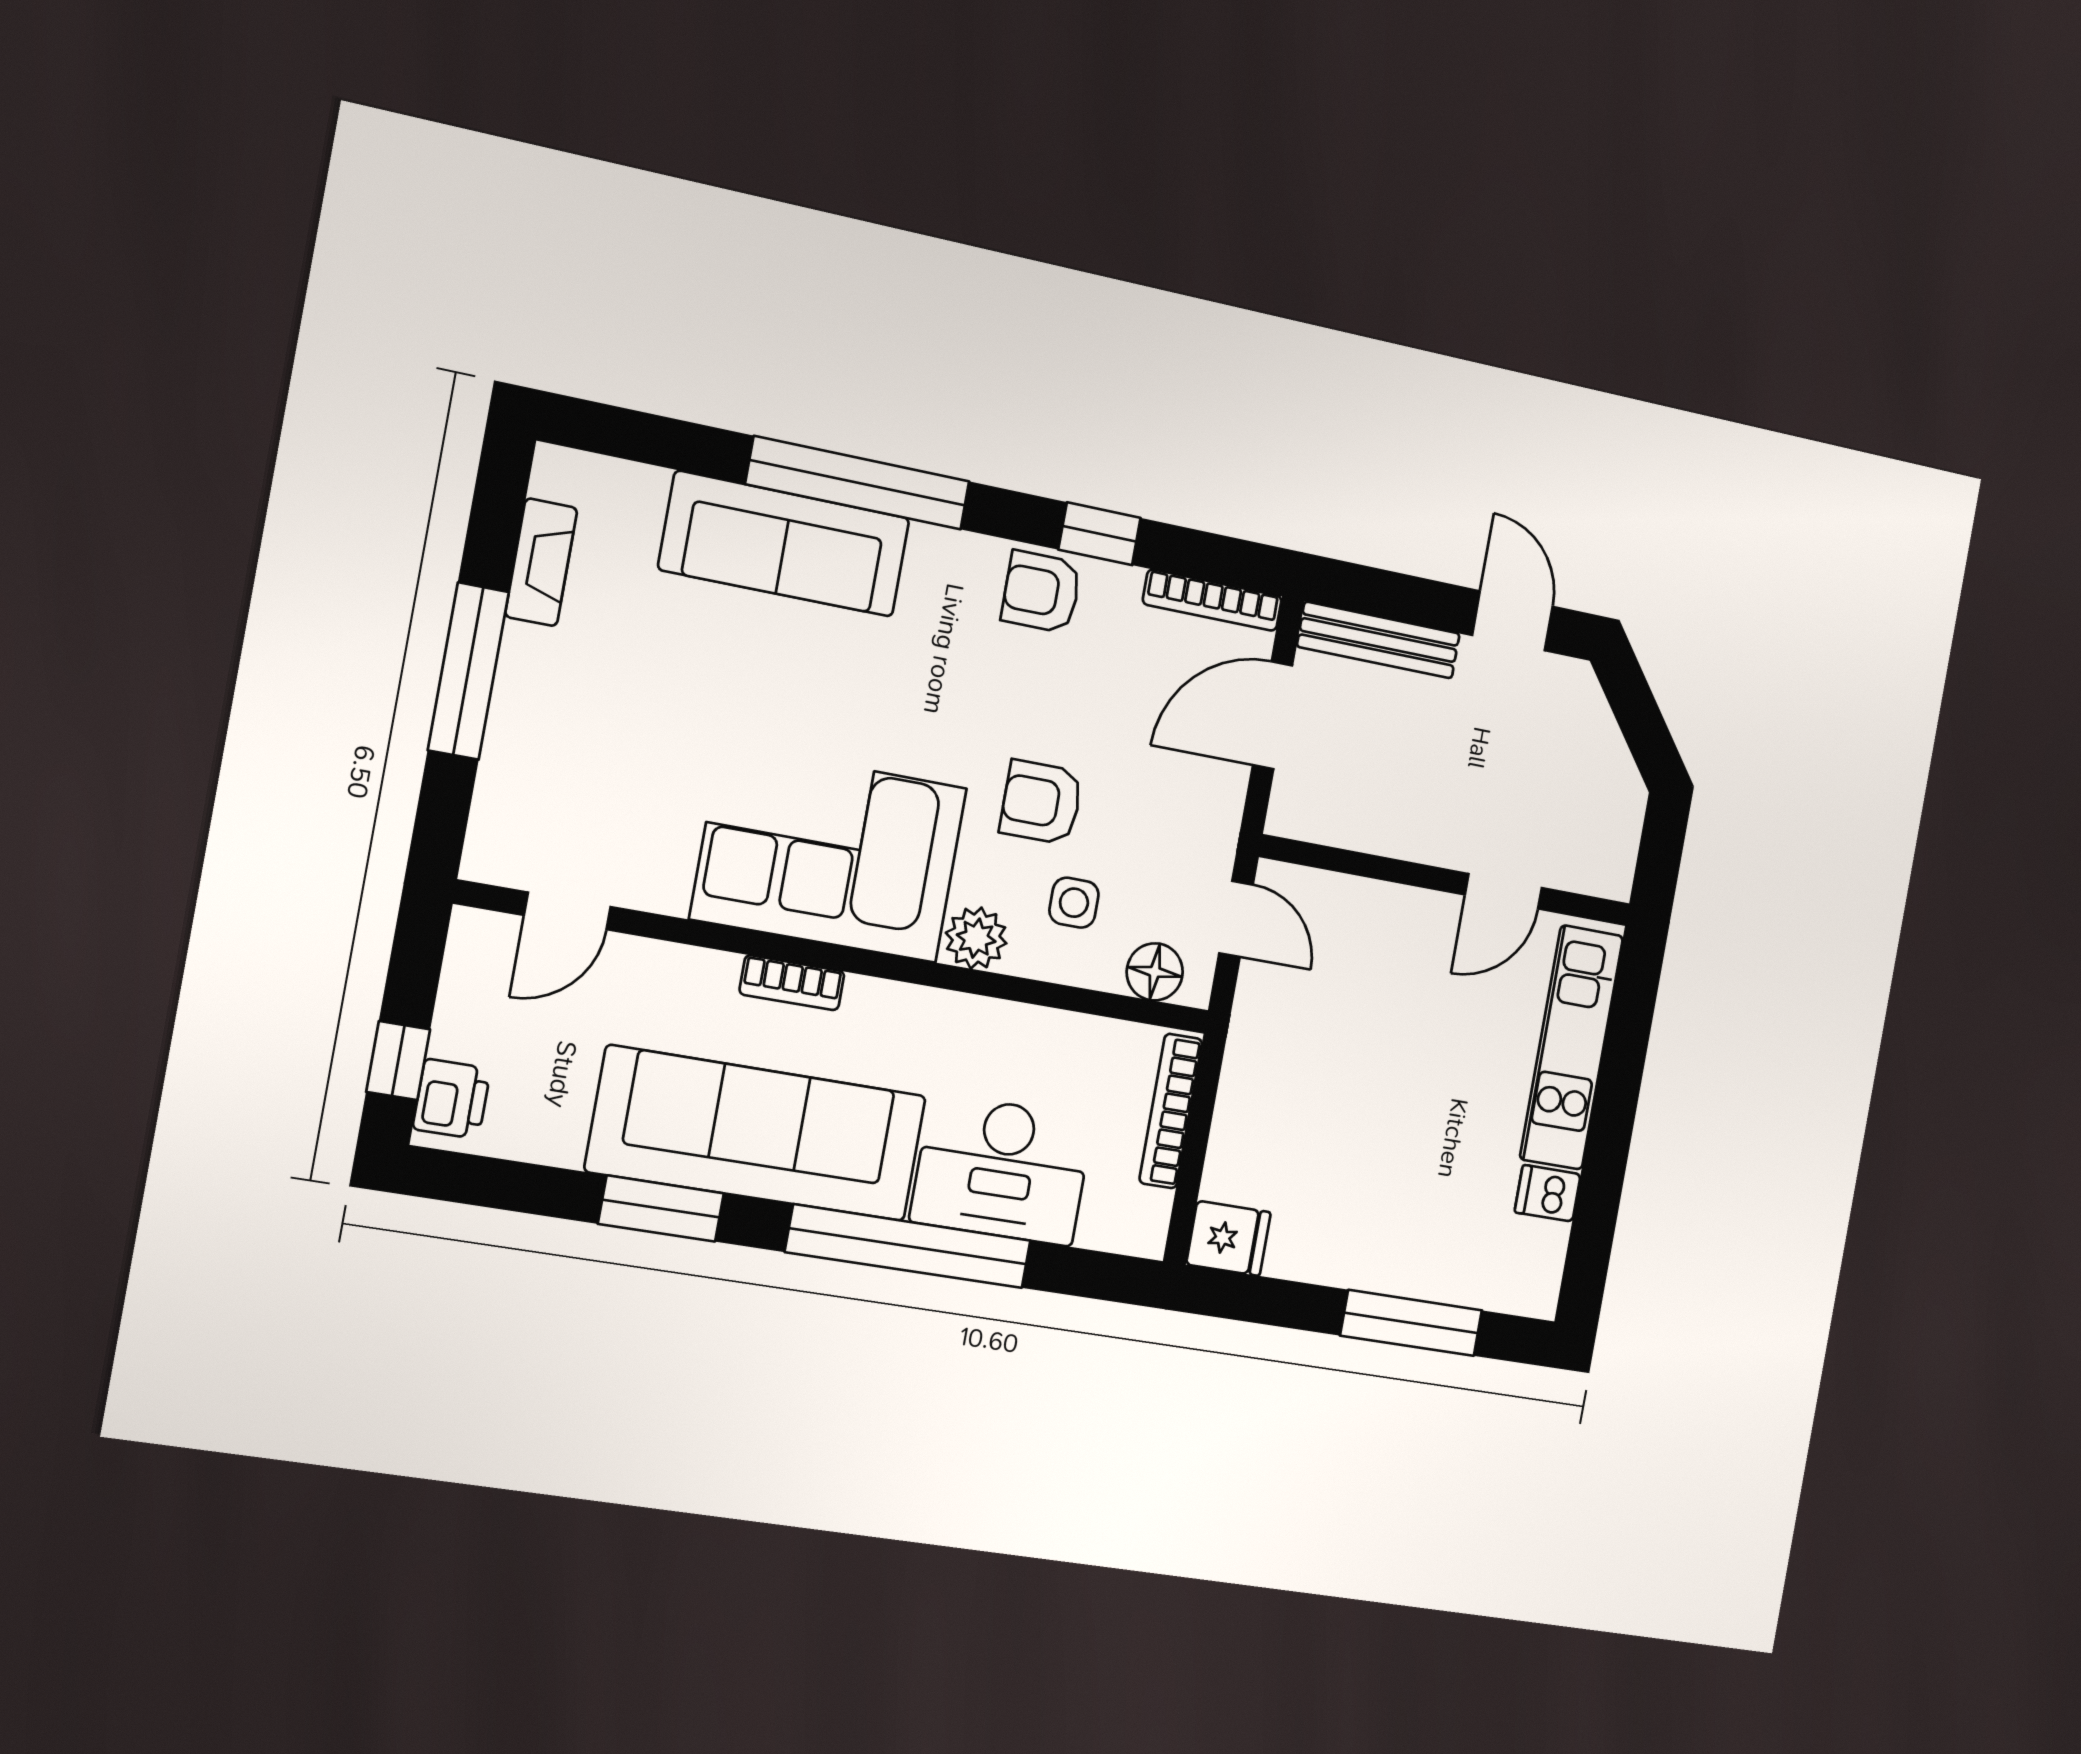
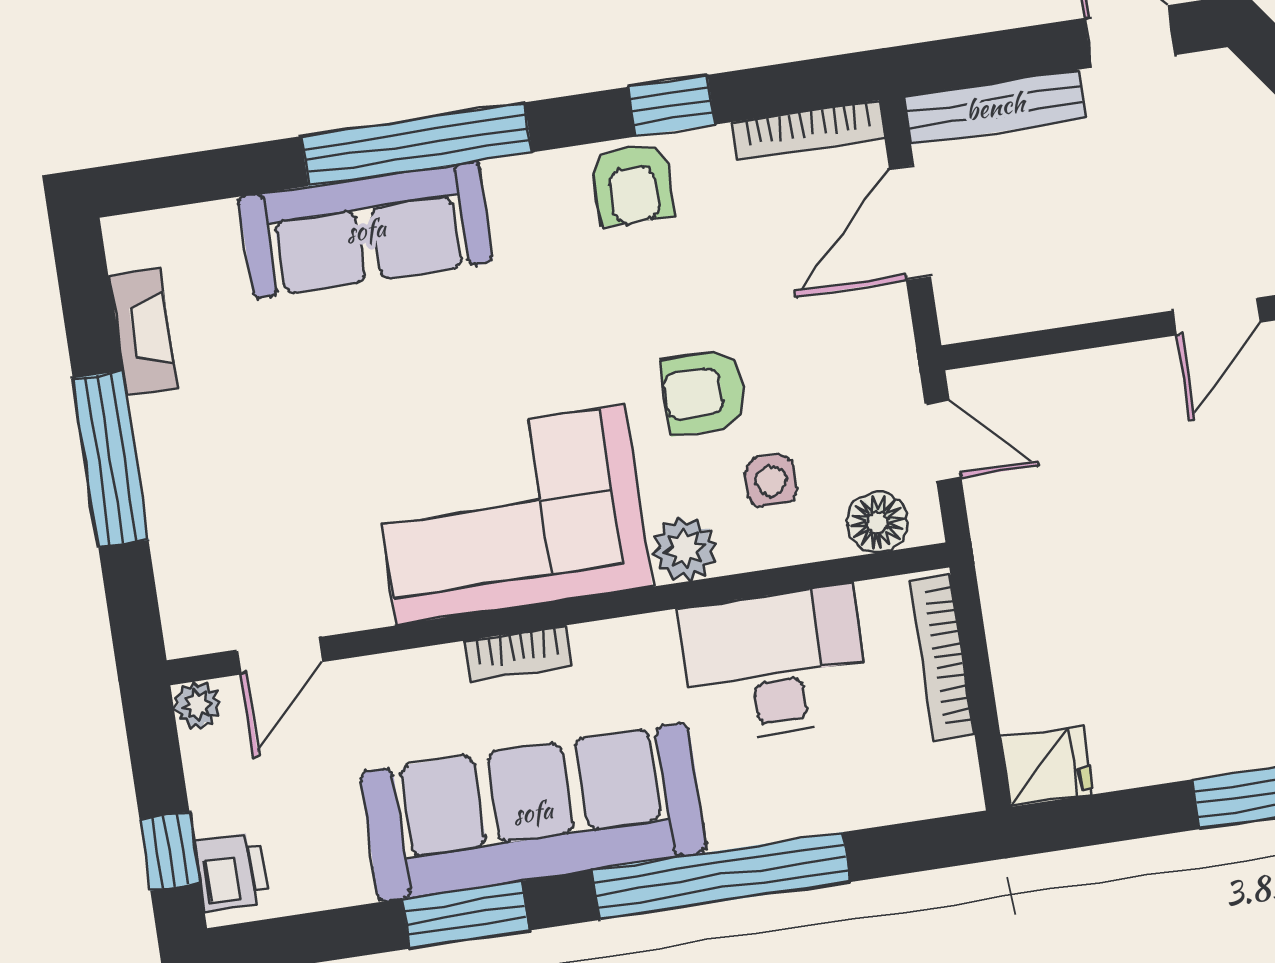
armchair: (1041, 592) -> (633, 184), turned -90
plant: (473, 931) -> (197, 705), added
desk: (1002, 1170) -> (775, 664), moved, turned 180

